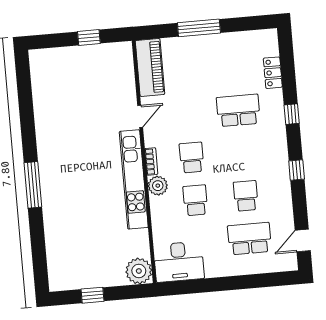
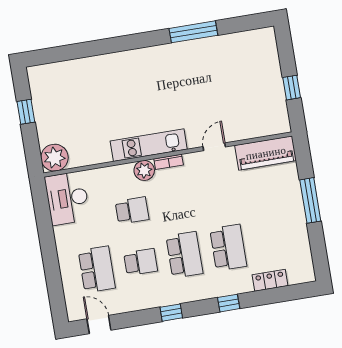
door: (140, 116) -> (214, 147), swing flipped
school desk: (192, 158) -> (184, 255), moved, width x1.85
kitchen unit: (134, 179) -> (149, 145), width x0.73
window: (33, 185) -> (193, 32), moved

